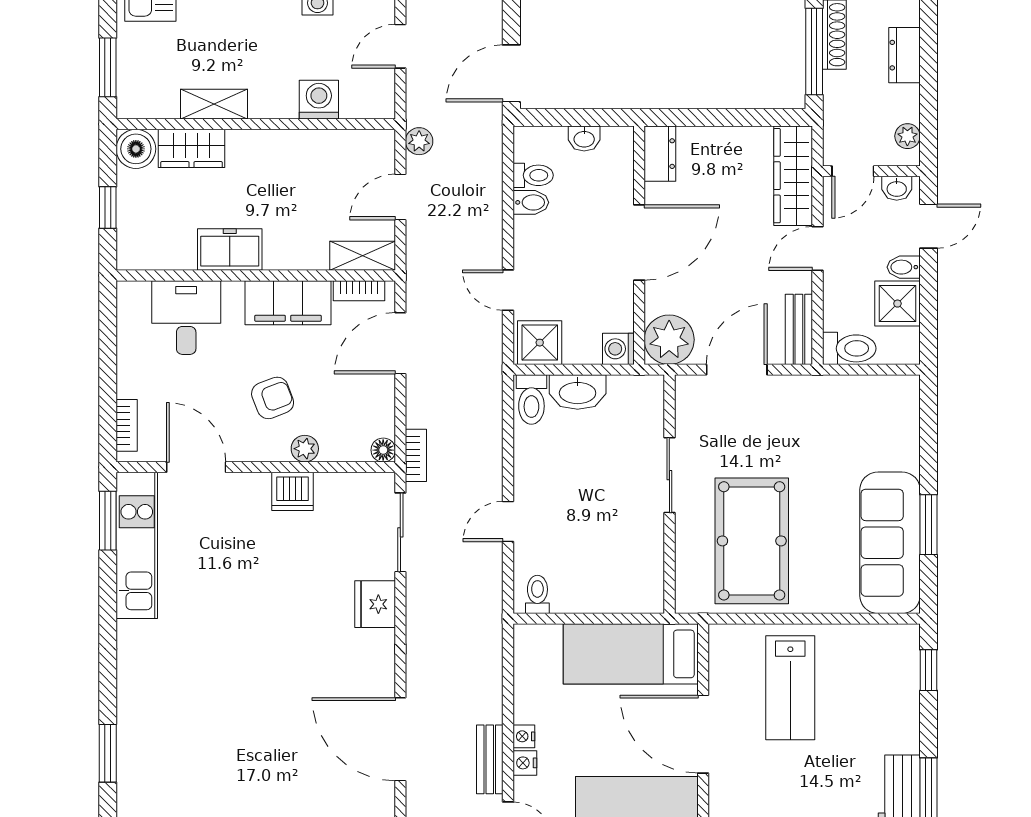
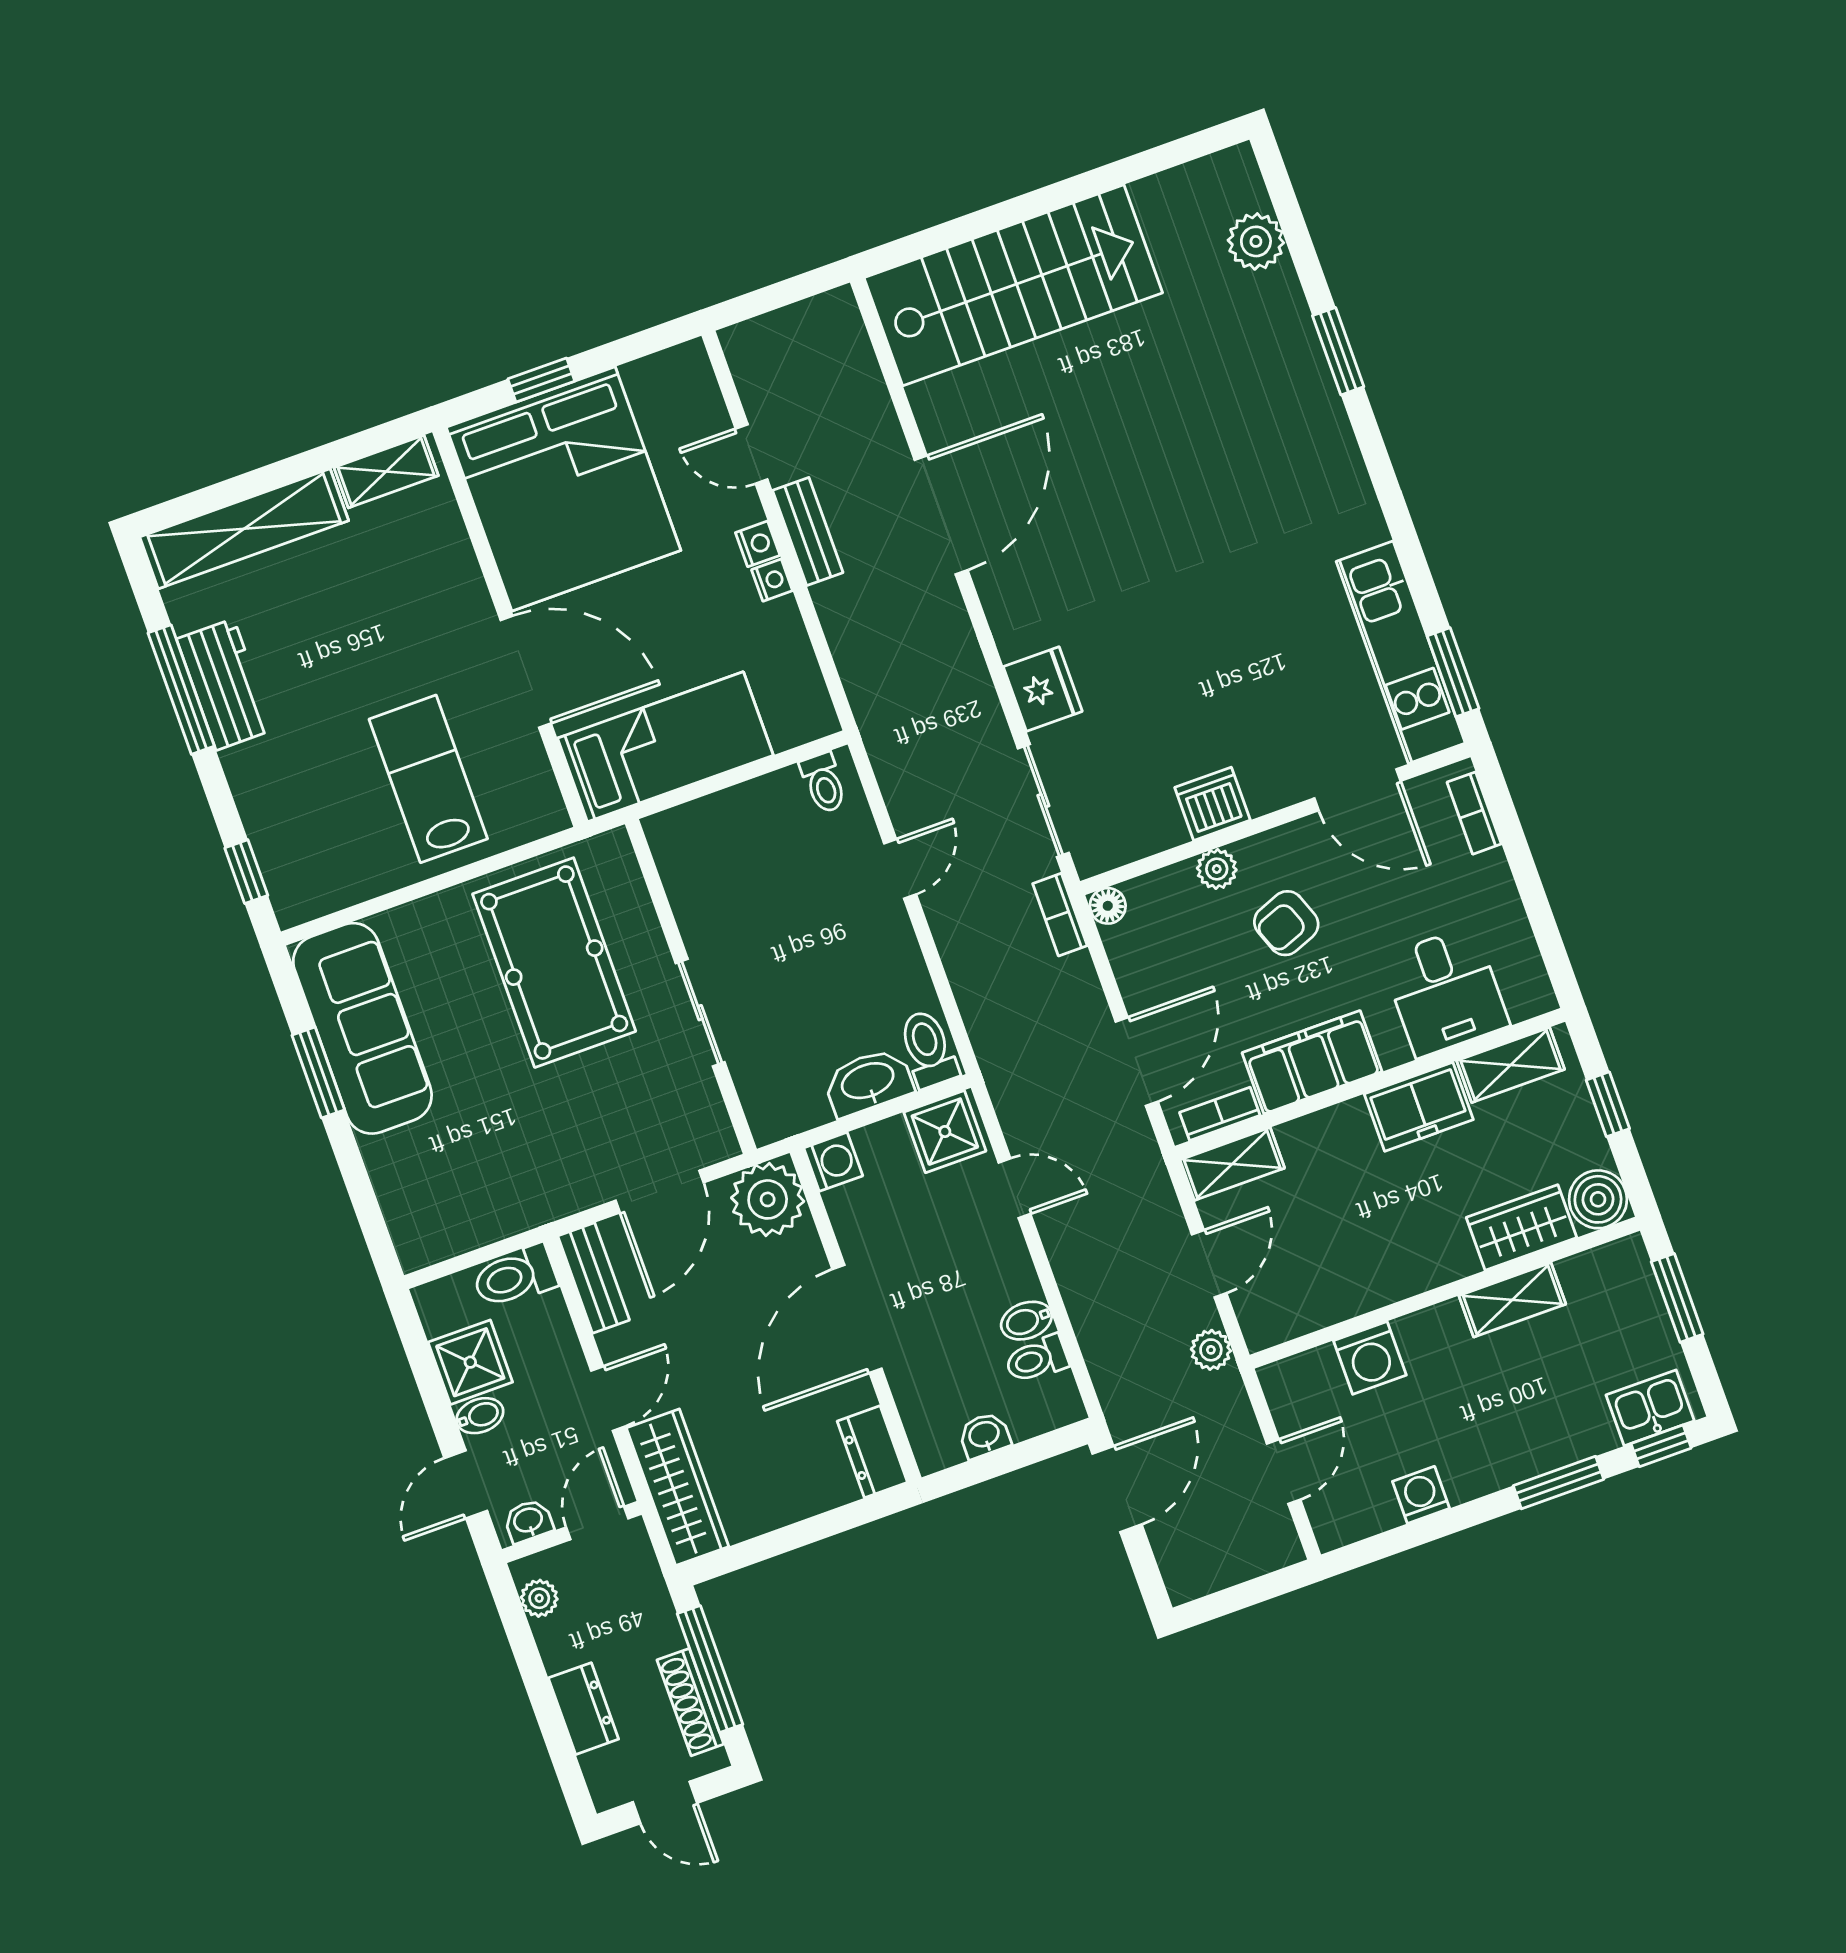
shelving: (161, 255) -> (1511, 1065), added
door: (400, 739) -> (941, 515), hinge flipped

